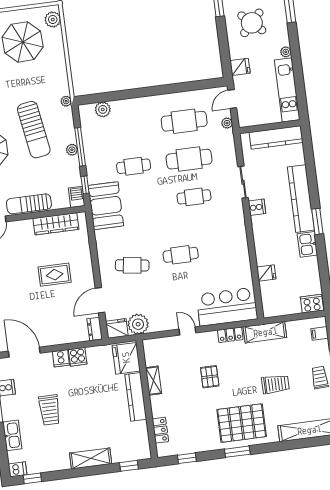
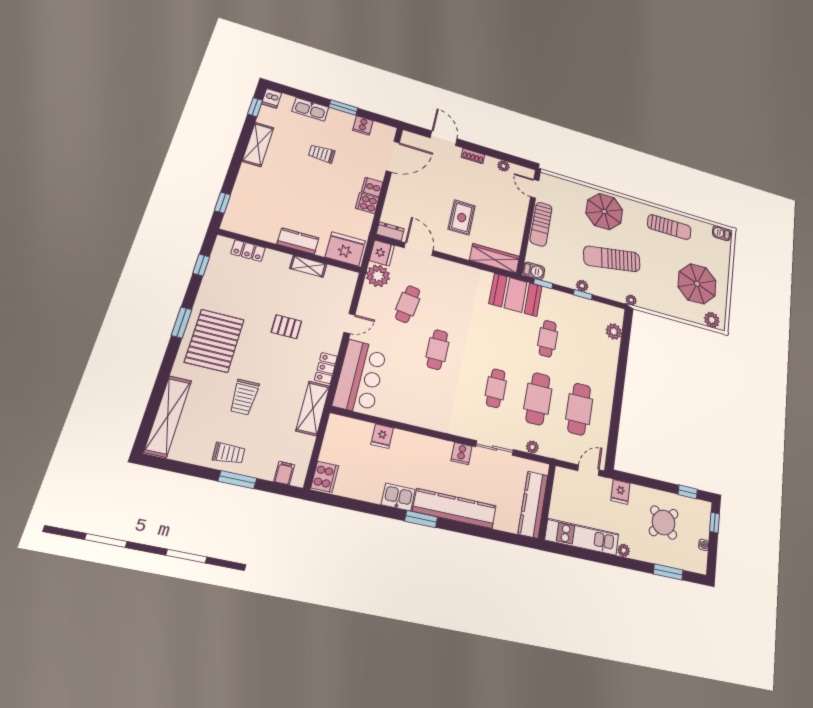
door: (232, 99) -> (589, 470), hinge flipped
plant: (227, 123) -> (532, 447), moved
window: (80, 147) -> (583, 295), width x0.46
sun lounger: (29, 204) -> (541, 224), turned 180
wardrobe: (56, 224) -> (495, 258), moved, turned 90
cafe table: (132, 265) -> (408, 304), moved
kitchen counter: (136, 397) -> (298, 241), width x0.67
trolley: (50, 410) -> (322, 154), width x0.73, depth x0.72
shelving: (91, 458) -> (258, 144), moved

